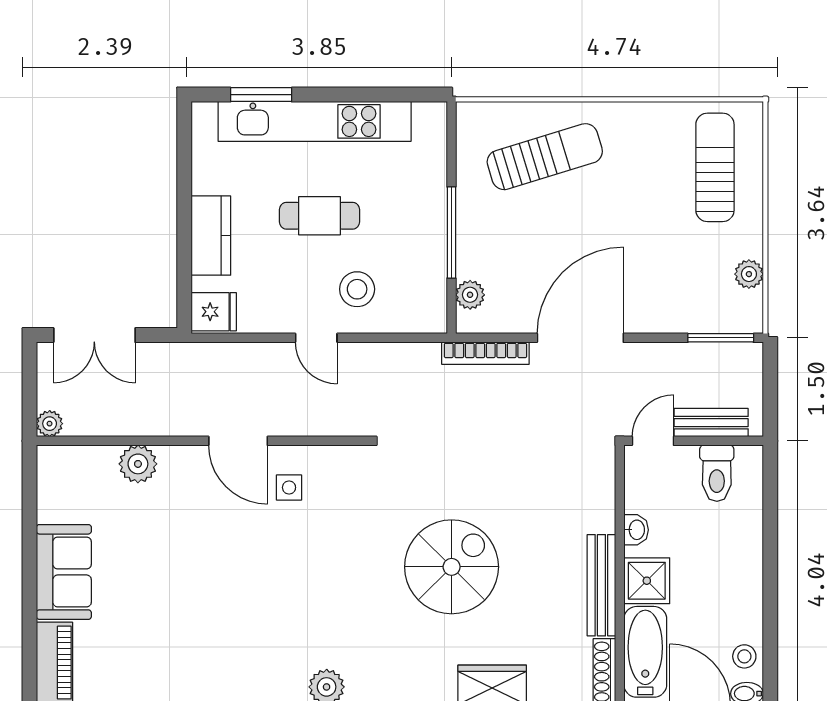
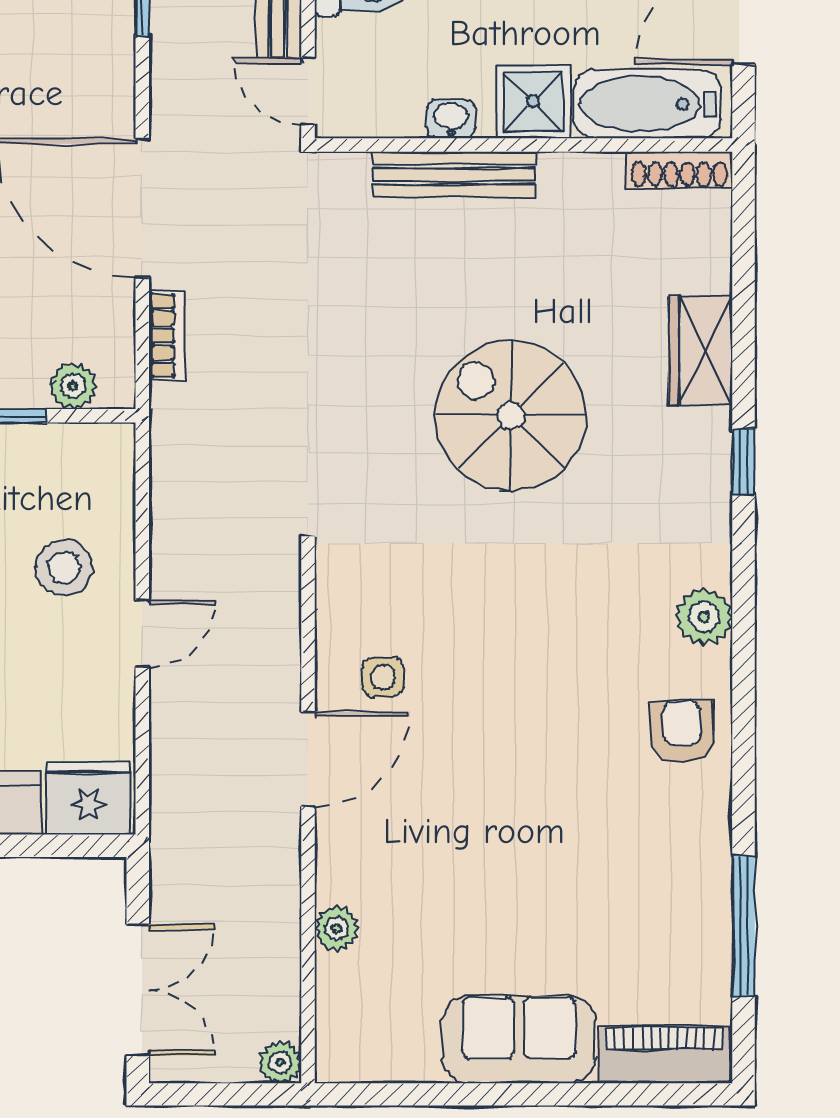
fridge: (214, 312) -> (88, 798), width x1.38
bookcase: (485, 353) -> (167, 336), width x0.64
plant: (138, 464) -> (337, 928), width x0.73, depth x0.73
bench: (601, 585) -> (454, 175), moved
armchair: (255, 674) -> (682, 732), added

